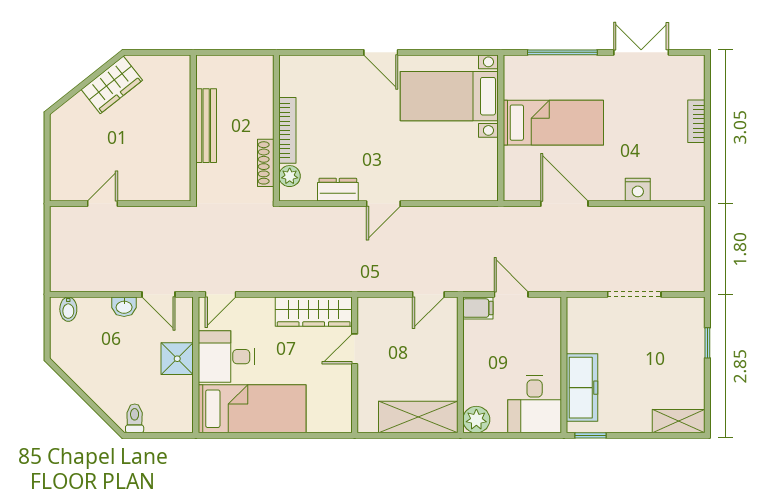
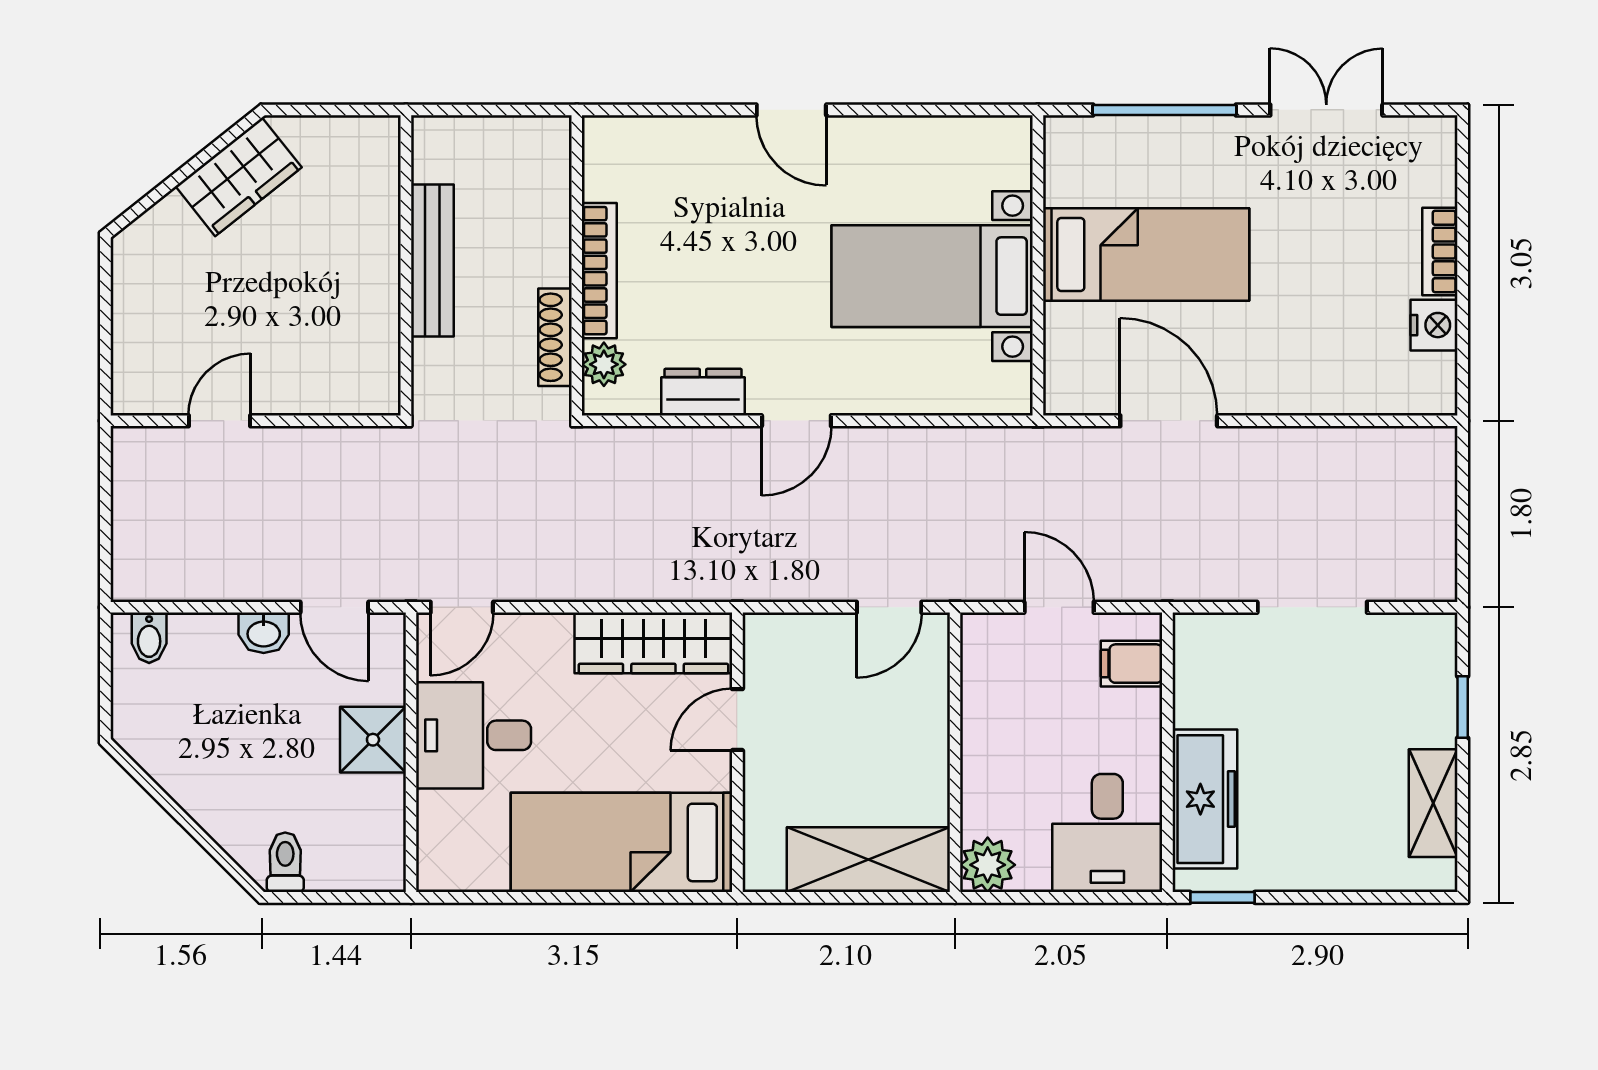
bed with nightstands: (449, 96) -> (932, 276), moved
nightstand: (638, 190) -> (1434, 325), moved, turned -90
filing cabinet: (478, 308) -> (1132, 664), moved, turned 180
bed: (252, 409) -> (622, 842), moved, turned 180
shelving: (679, 421) -> (1433, 803), moved, turned 90

